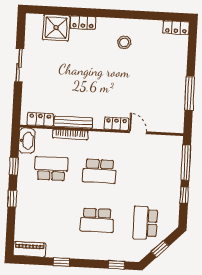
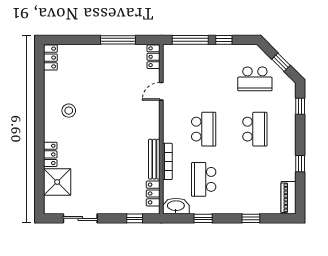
sliding door: (19, 65) -> (80, 218), moved
window: (17, 100) -> (135, 218), added
locker: (116, 124) -> (154, 57), moved
window: (12, 199) -> (251, 218), moved

